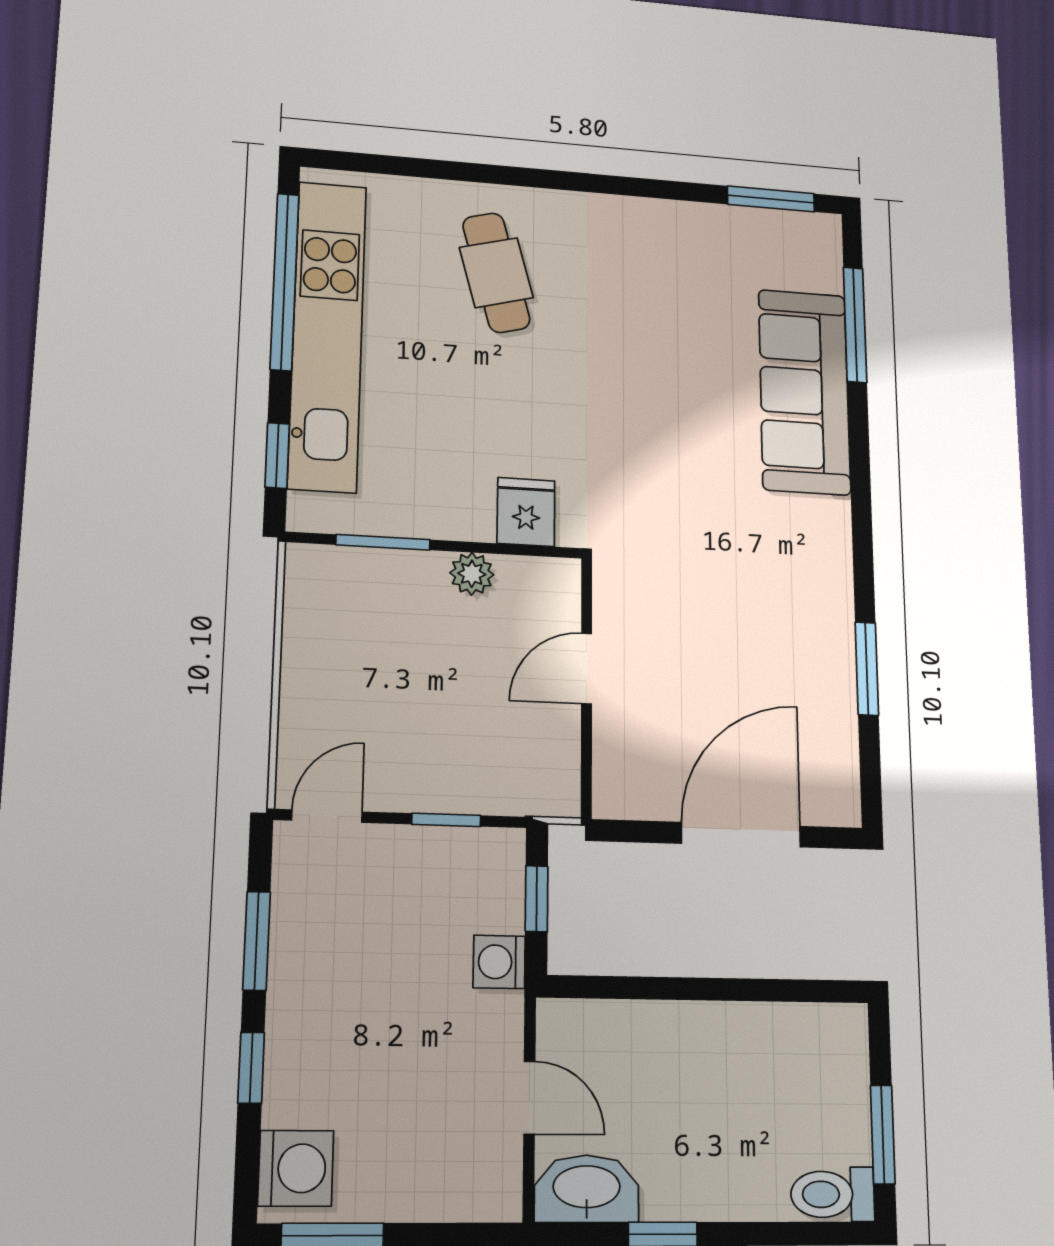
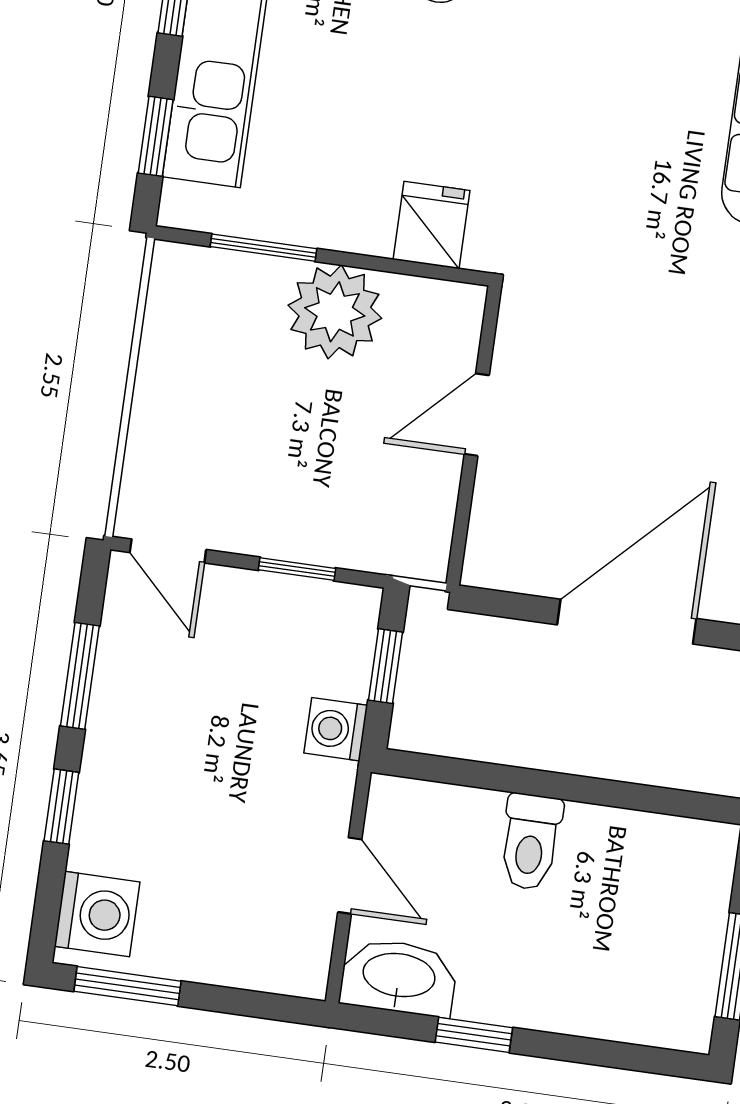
plant: (472, 574) -> (335, 312), width x1.87, depth x1.87
door: (327, 816) -> (168, 551), swing flipped
toilet: (833, 1194) -> (531, 842), moved, turned -90

